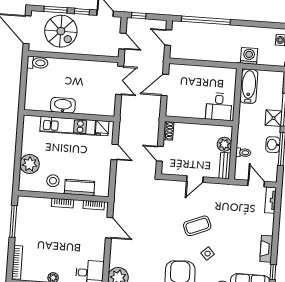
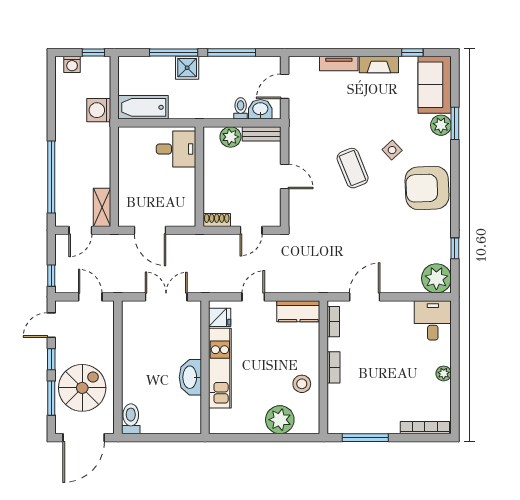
door: (122, 41) -> (90, 297), hinge flipped
shelving: (183, 53) -> (102, 207), added
double door: (120, 80) -> (166, 297), moved
washbasin: (273, 145) -> (260, 109), moved, turned 180
kitchen counter: (80, 188) -> (298, 311), moved, turned -90
tv unit: (271, 200) -> (339, 63), moved

